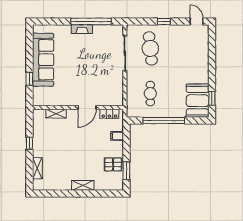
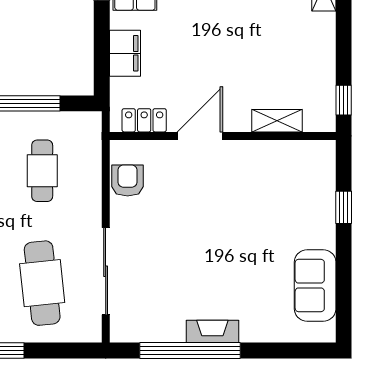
sofa: (43, 60) -> (315, 285), width x0.54, depth x0.79
armchair: (116, 90) -> (128, 180), added
filing cabinet: (117, 136) -> (125, 53), width x2.00
window: (29, 143) -> (344, 100), moved

